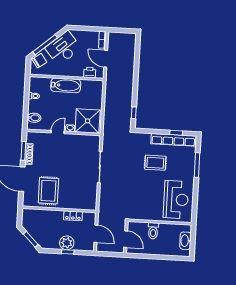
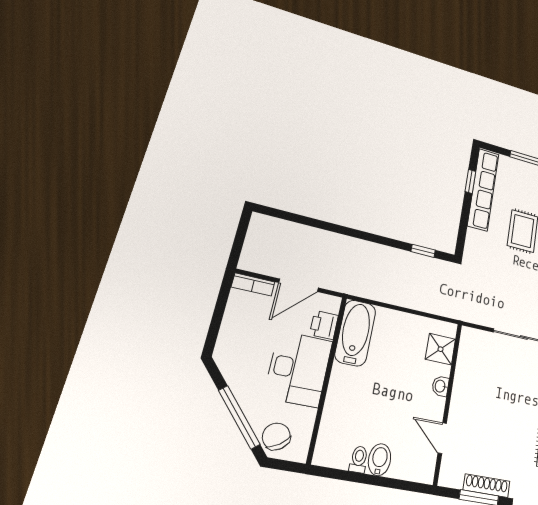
desk: (63, 48) -> (298, 369), moved, turned -139
bathtub: (66, 85) -> (355, 333), moved
bidet: (34, 118) -> (380, 460), moved
shower: (88, 121) -> (441, 349), width x0.54, depth x0.54
door: (58, 132) -> (442, 438), moved

